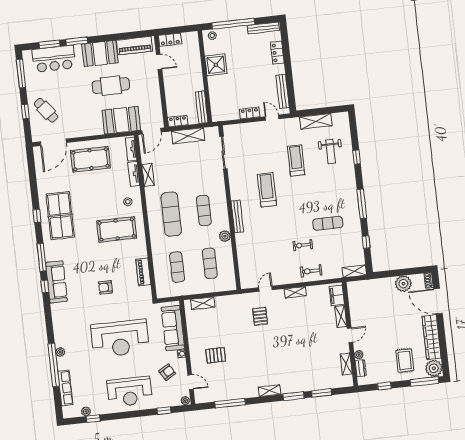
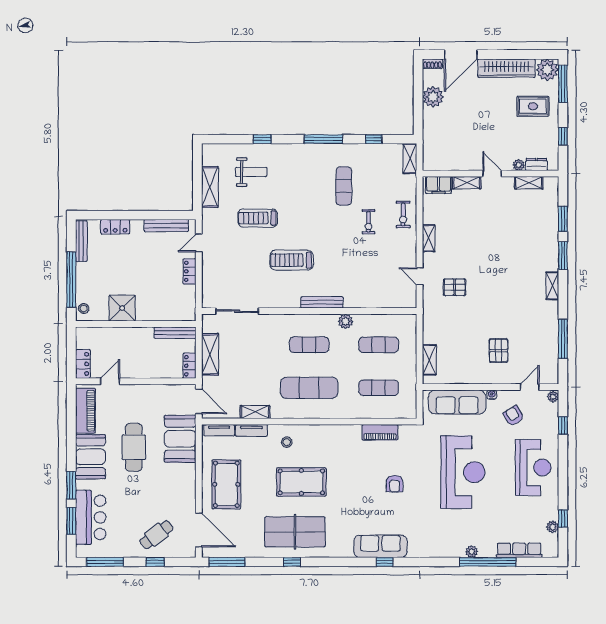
pool table: (117, 229) -> (301, 482), moved, turned 90
window: (42, 257) -> (227, 562), moved

